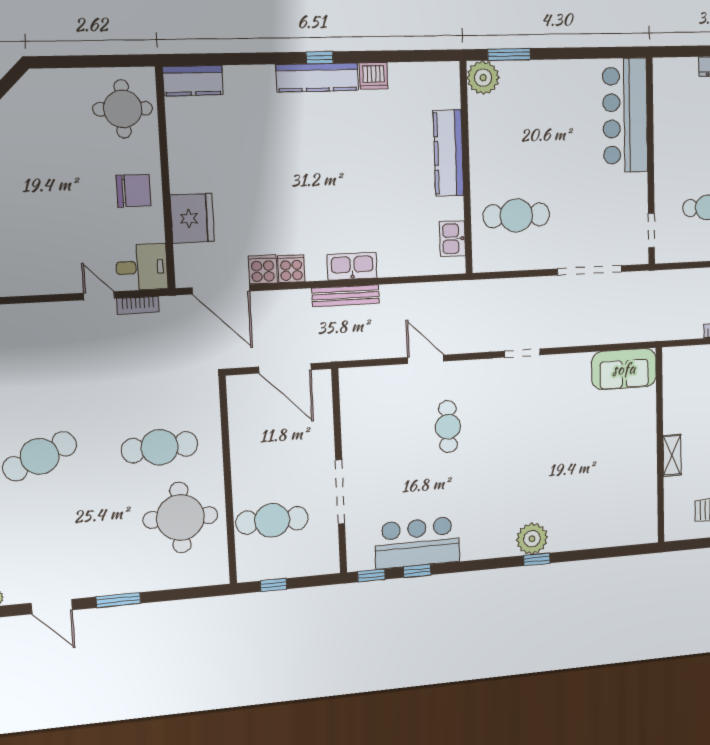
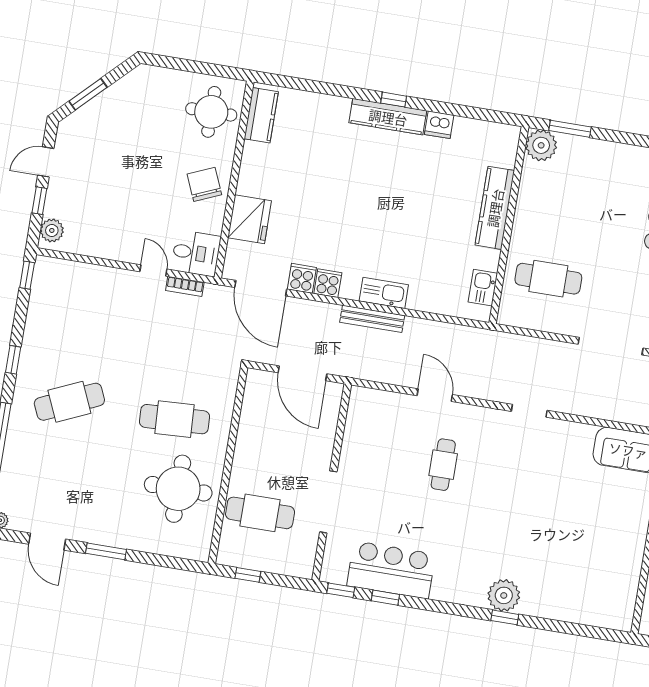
kitchen counter: (193, 81) -> (261, 115), moved, turned -90
chair: (134, 191) -> (204, 184), turned -113

